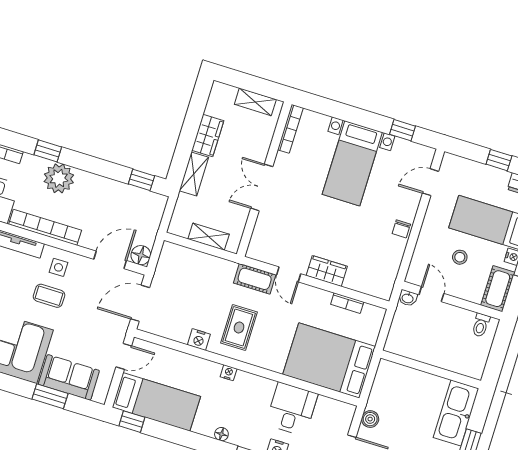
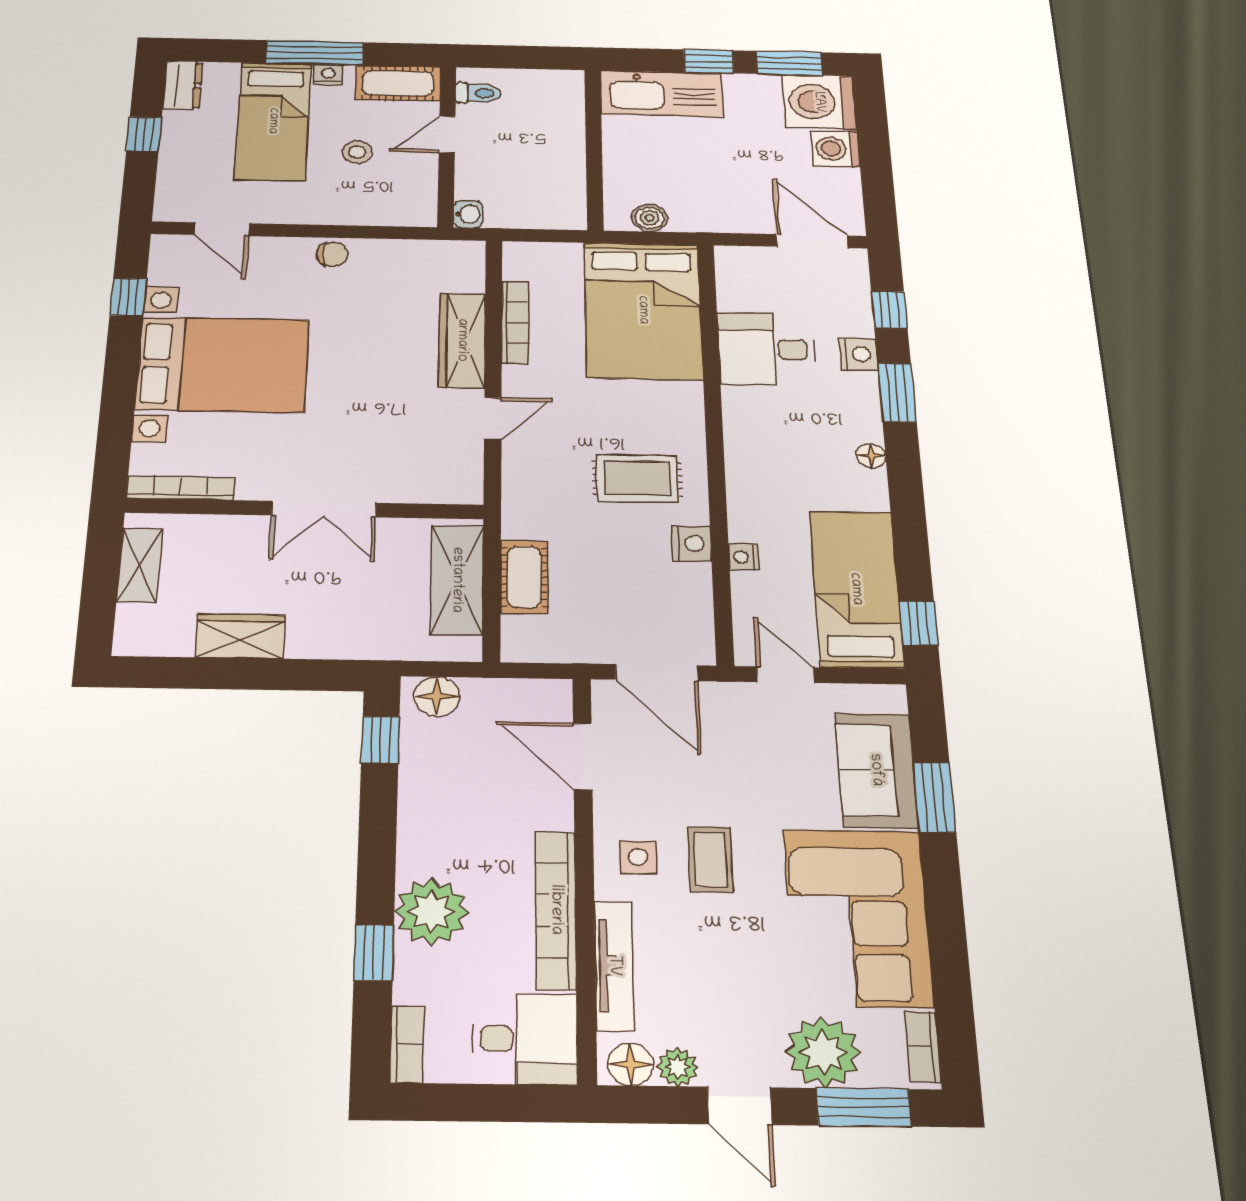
bed with nightstands: (352, 163) -> (223, 364), width x1.36
shelving: (194, 174) -> (335, 641), removed
shelving: (209, 237) -> (457, 580), width x1.50, depth x1.33
floor lamp: (141, 255) -> (437, 697), moved
wardrobe: (327, 271) -> (462, 340), width x1.50
cot: (255, 279) -> (524, 577), moved
door: (431, 294) -> (447, 134), moved
bookcase: (347, 303) -> (515, 322), width x1.56
nightstand: (229, 373) -> (743, 557), moved
boiler: (370, 419) -> (649, 218), moved

